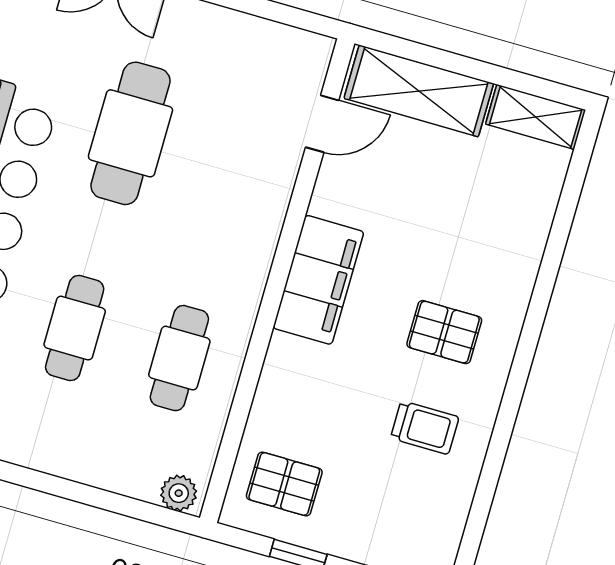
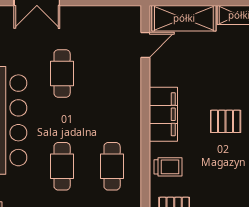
cafe table: (130, 133) -> (62, 73), width x0.73, depth x0.74
trolley: (425, 428) -> (168, 167), moved

